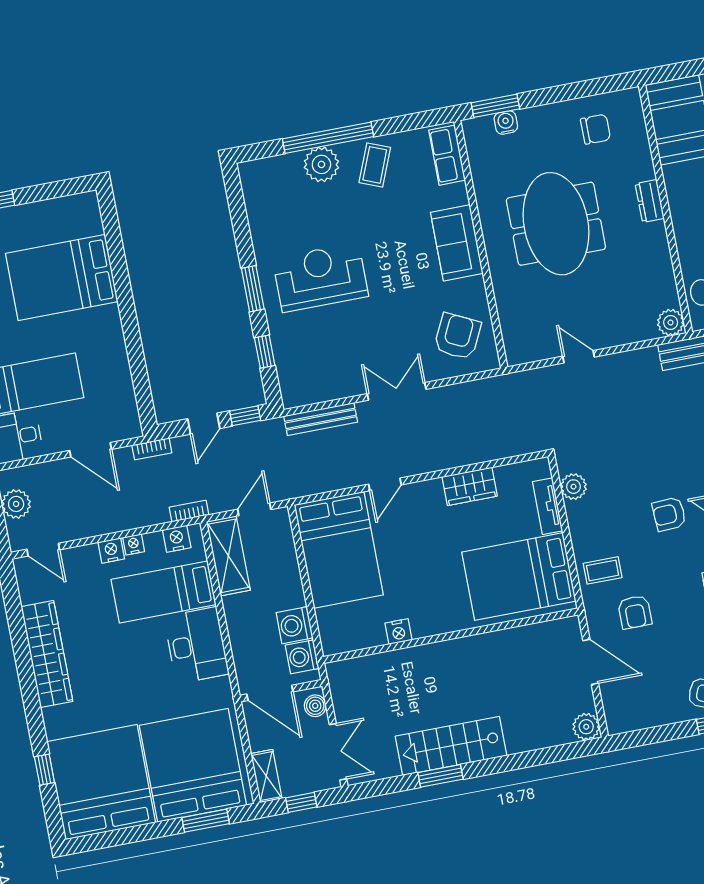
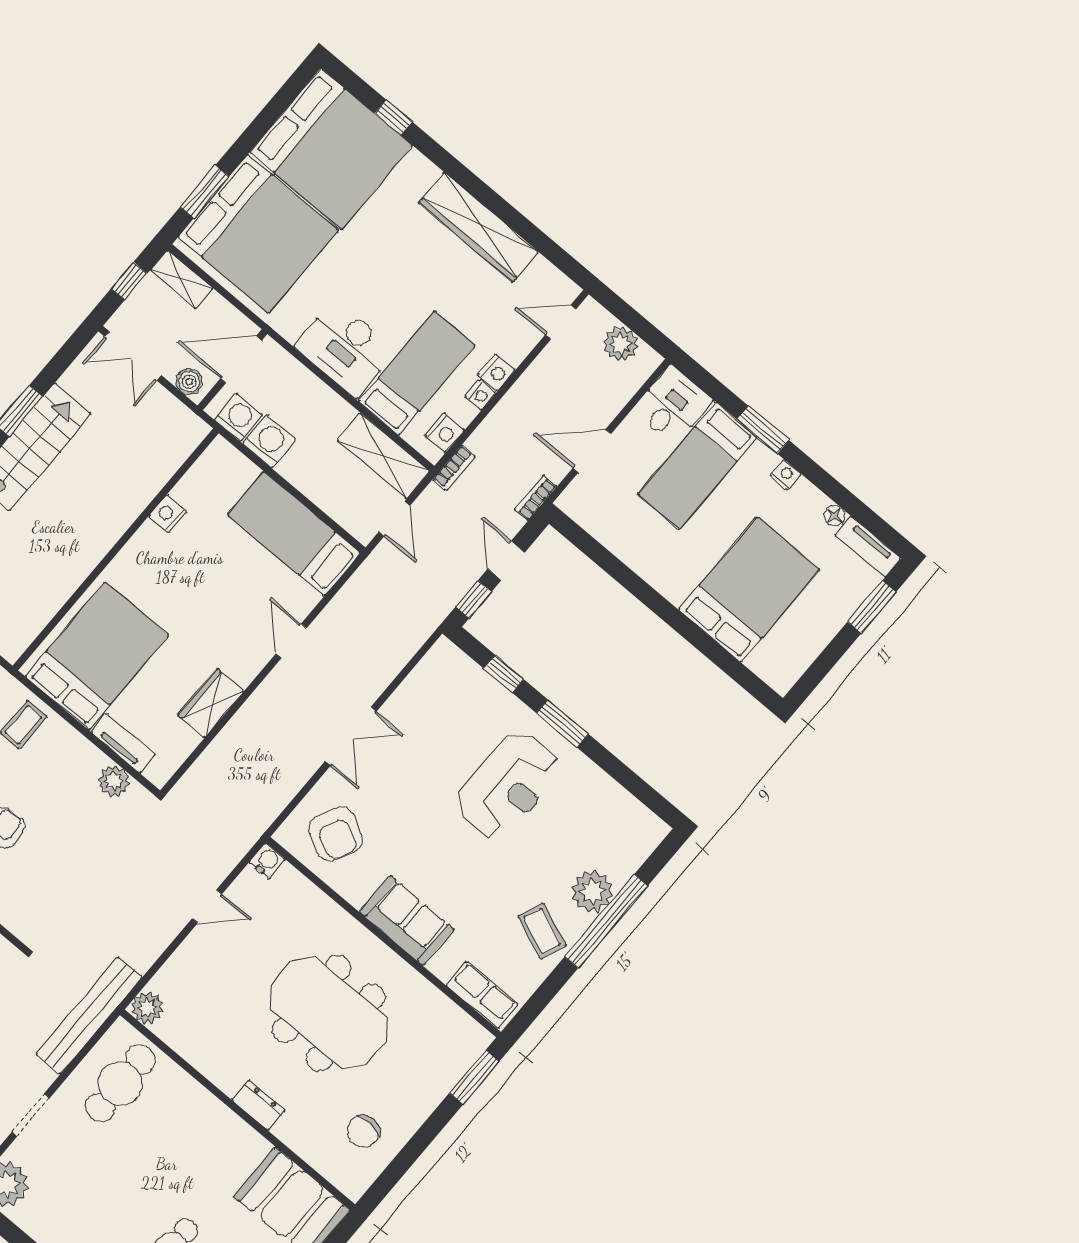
water cooler: (506, 122) -> (267, 861), moved, turned -90
bench: (321, 419) -> (401, 653), removed
bed: (339, 550) -> (294, 534), width x0.67

